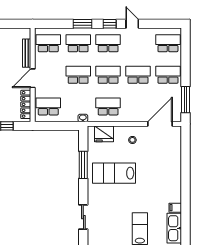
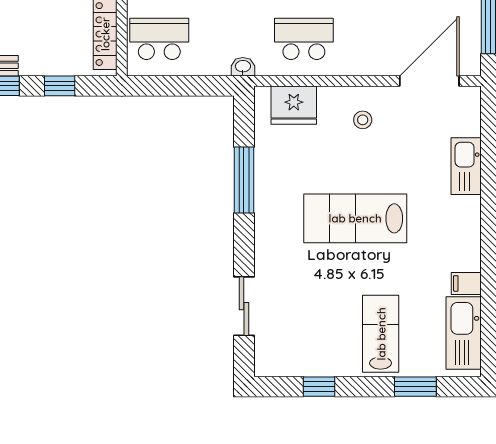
kitchen sink: (175, 159) -> (466, 166), added
lab bench: (114, 173) -> (355, 218), moved

